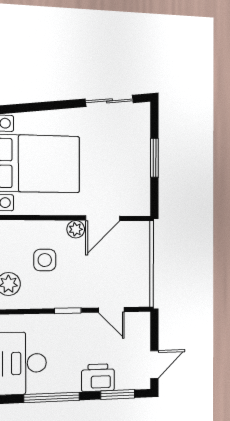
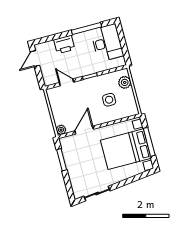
window: (154, 158) -> (62, 160), moved
plant: (76, 229) -> (61, 130), moved
window: (118, 395) -> (51, 38), removed

